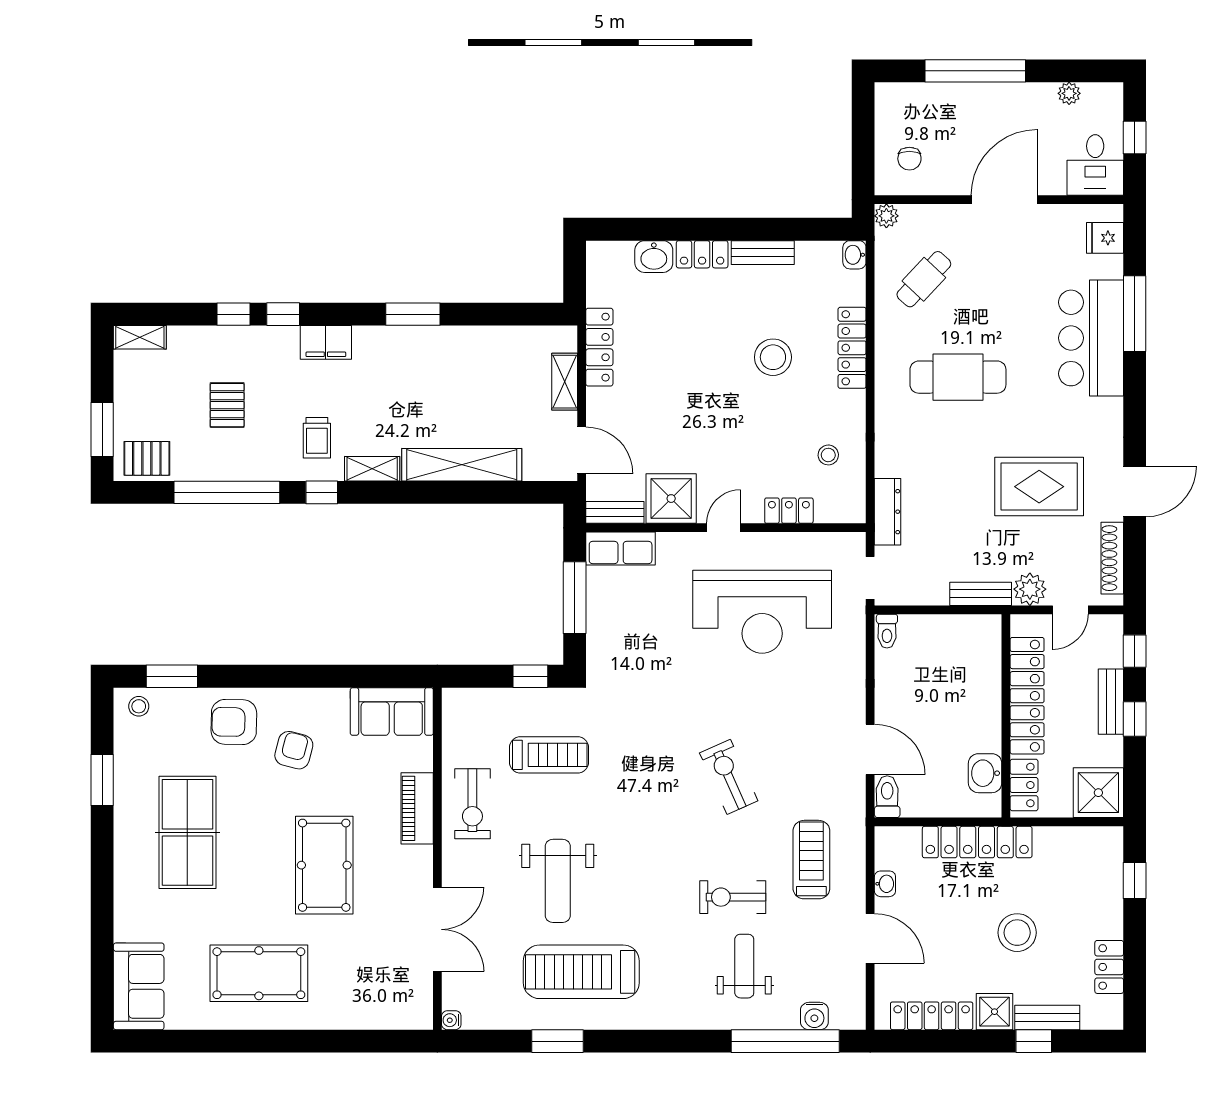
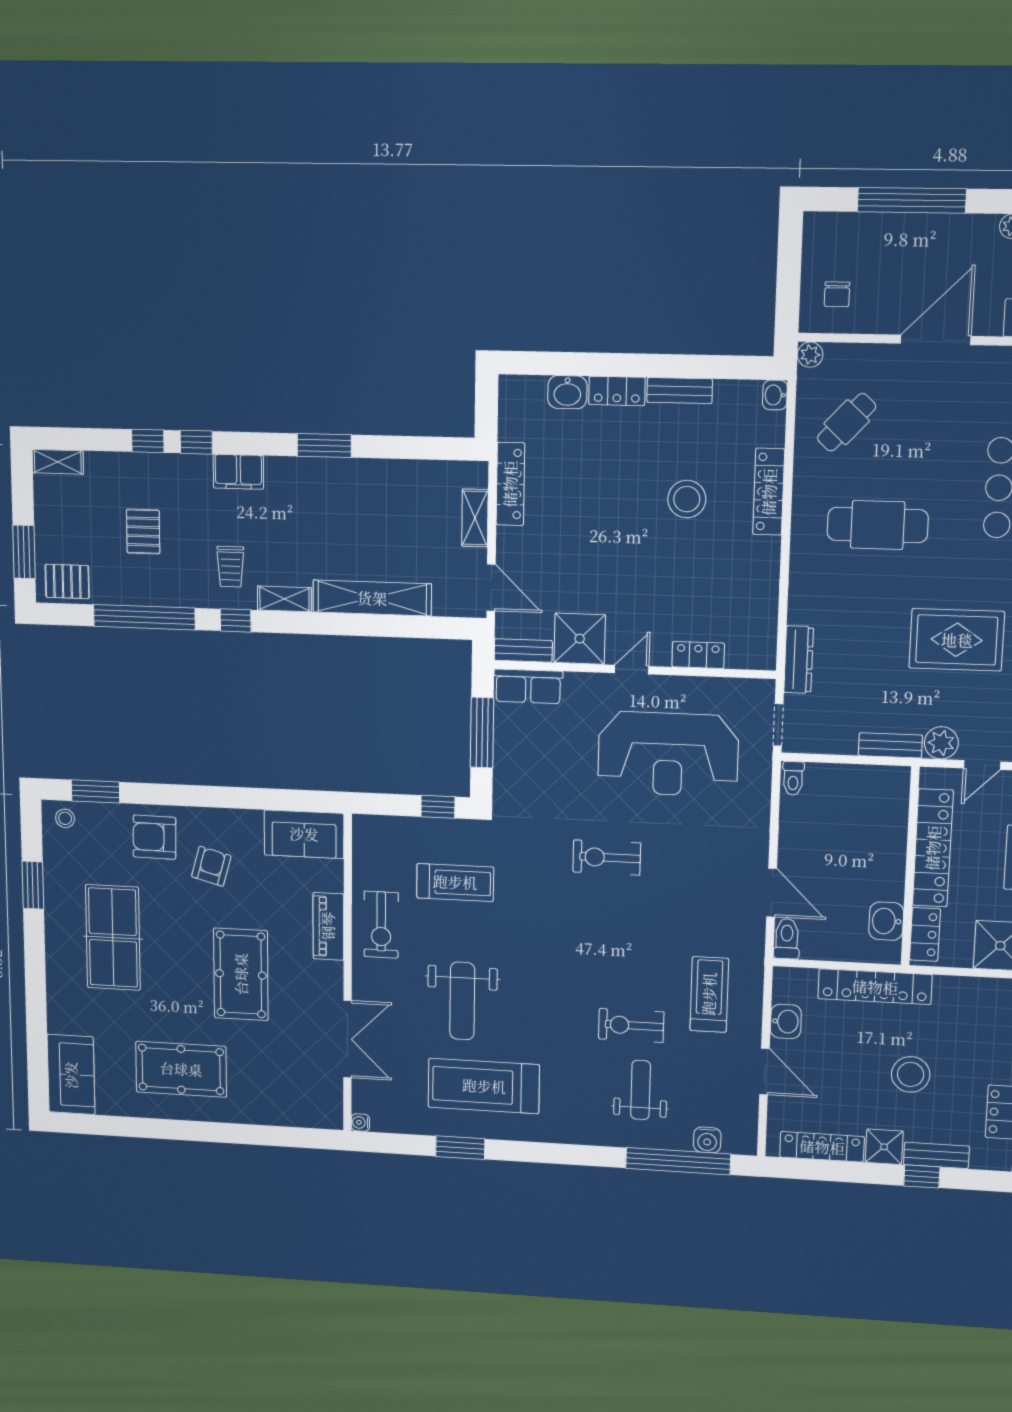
stool: (828, 455) -> (740, 600), removed
exercise bike: (729, 777) -> (607, 857), moved, turned -66
washbasin: (885, 884) -> (786, 1021), width x1.38, depth x1.45

